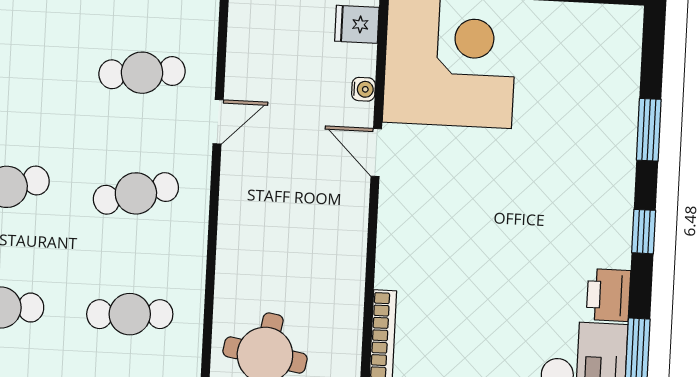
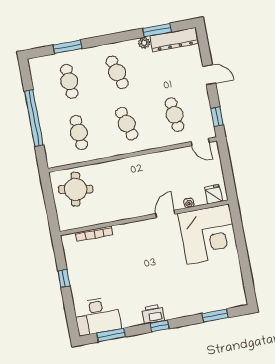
door: (218, 122) -> (200, 142), moved
window: (649, 130) -> (215, 316), moved
printer: (608, 295) -> (153, 314), moved

